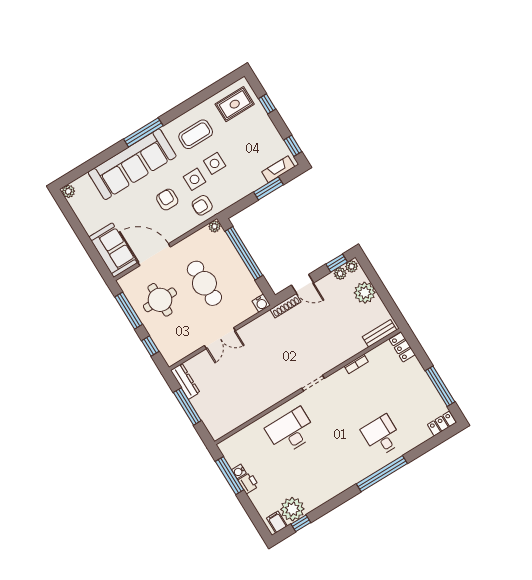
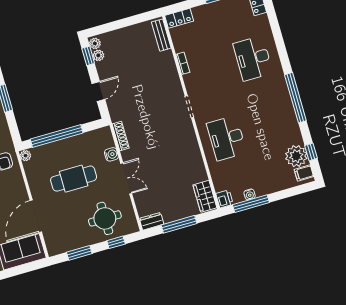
plant: (365, 293) -> (121, 38), removed
round table: (160, 300) -> (105, 218), moved
water cooler: (261, 303) -> (111, 154), moved
shoe rack: (286, 306) -> (121, 136), moved
window: (129, 311) -> (79, 253), width x0.69
dresser: (185, 381) -> (152, 221), width x0.70
wardrobe: (224, 425) -> (205, 196), added
desk: (382, 436) -> (253, 58), width x1.37
window: (382, 474) -> (295, 98), moved
printer: (248, 483) -> (225, 199), moved, turned 90

